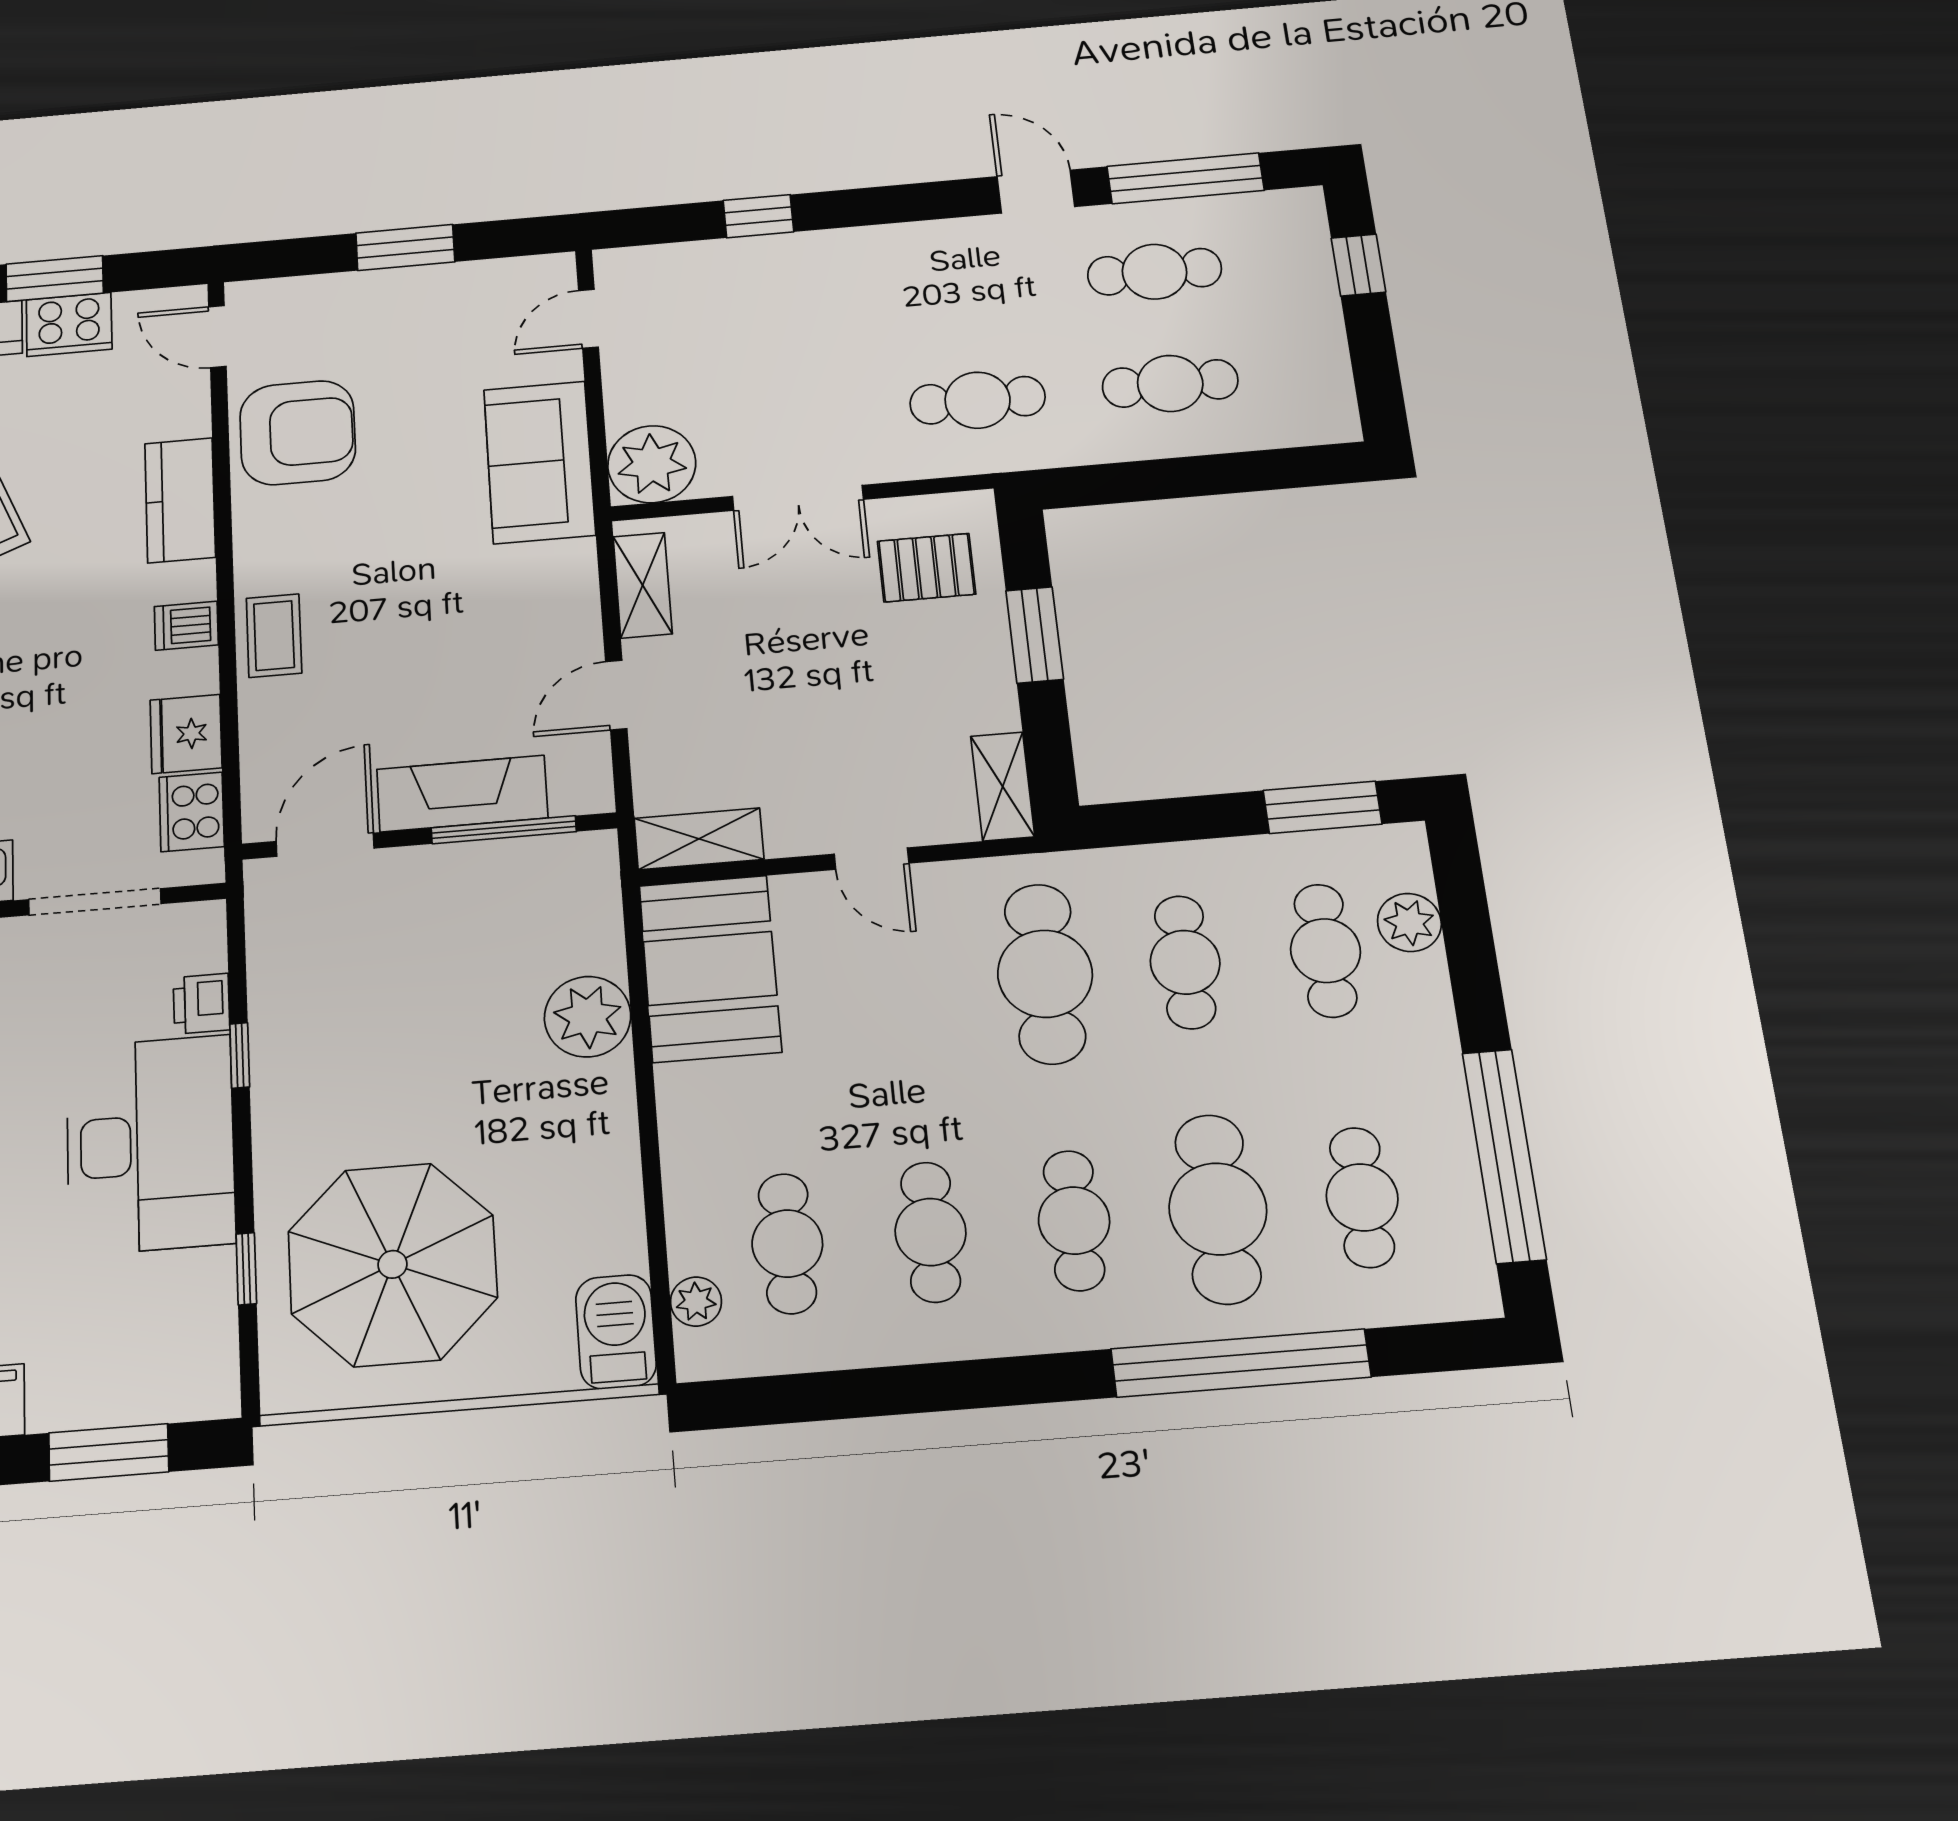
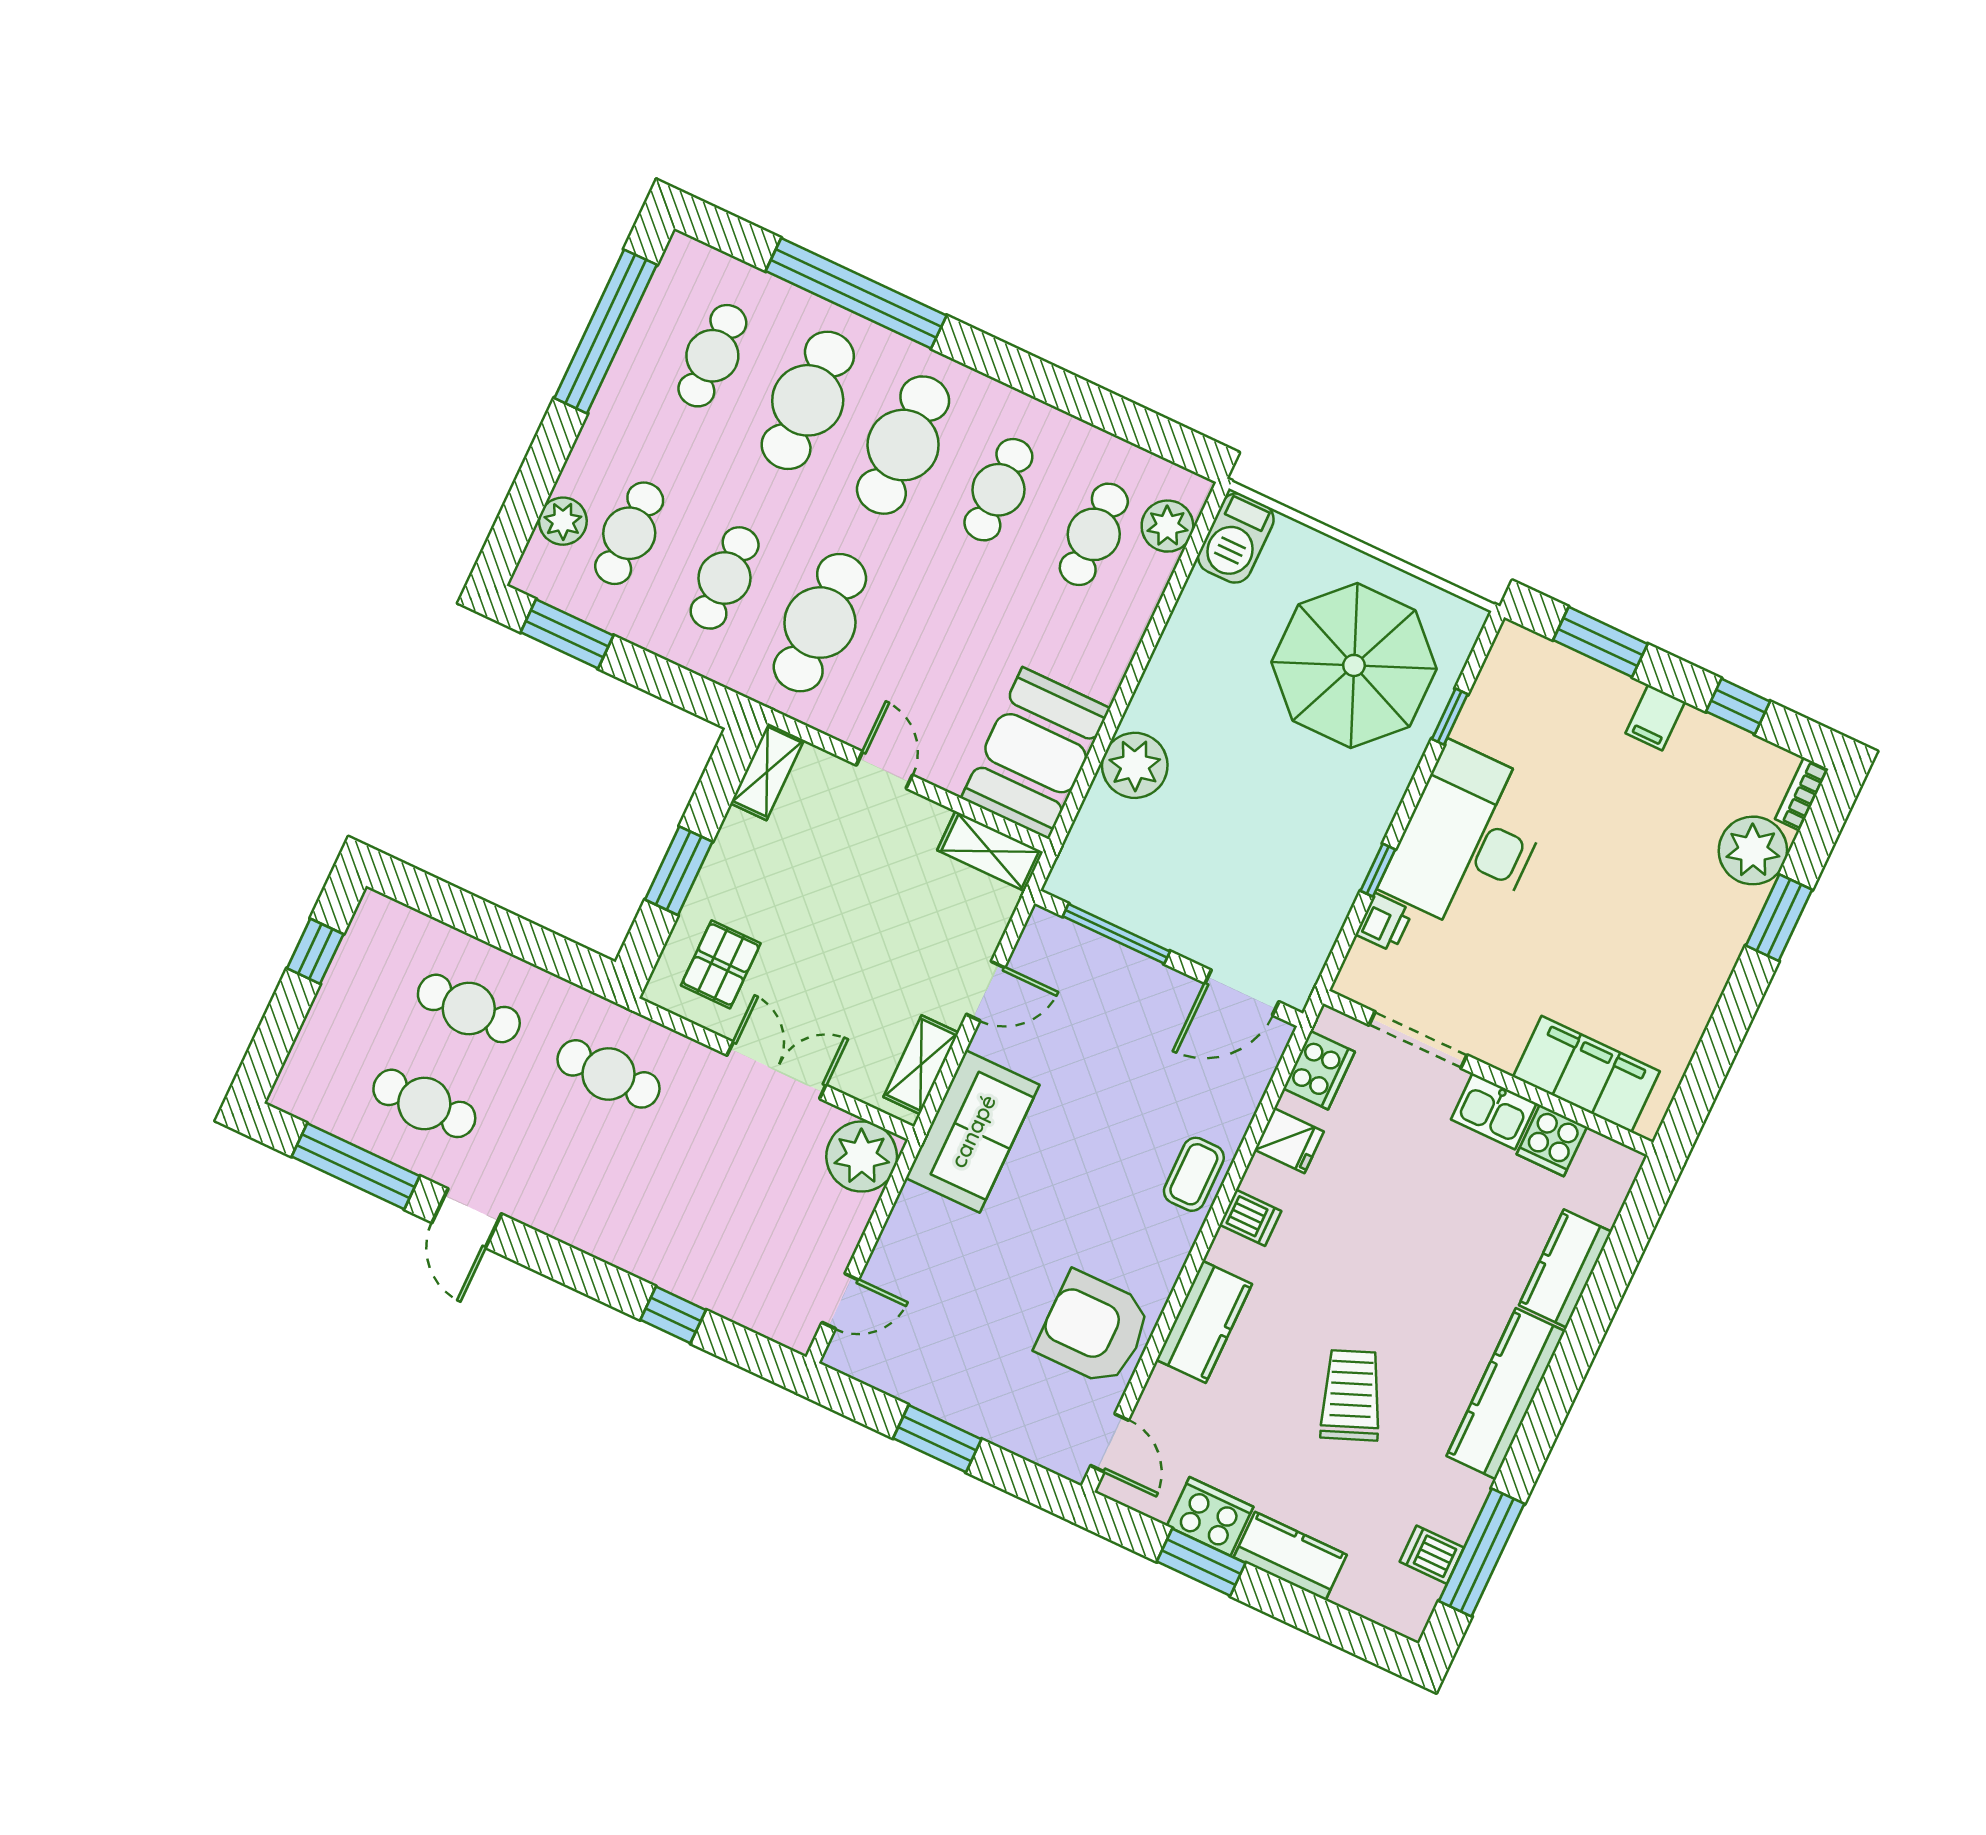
window: (1358, 265) -> (315, 951), moved
sofa: (539, 462) -> (973, 1131), moved
pallet: (926, 568) -> (721, 964), turned 90
fridge: (186, 734) -> (1289, 1141), width x0.72
fireplace: (462, 794) -> (1130, 977), removed
cafe table: (1074, 1221) -> (903, 445), width x1.37, depth x1.35
plant: (696, 1302) -> (1167, 526), width x1.38, depth x1.38

